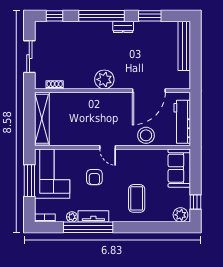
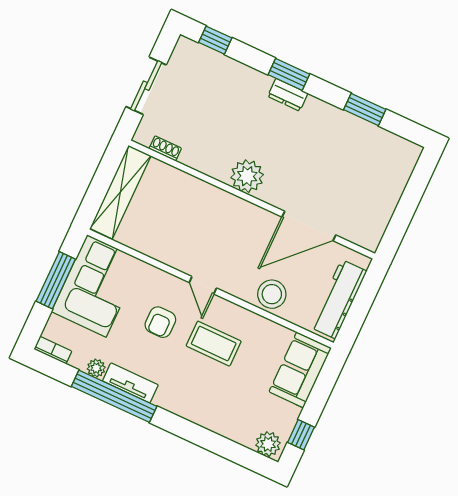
window: (101, 16) -> (289, 74), width x0.47
dresser: (123, 27) -> (288, 95), moved
bench: (184, 46) -> (397, 181), removed
coffee table: (137, 198) -> (214, 344), moved, turned 90

